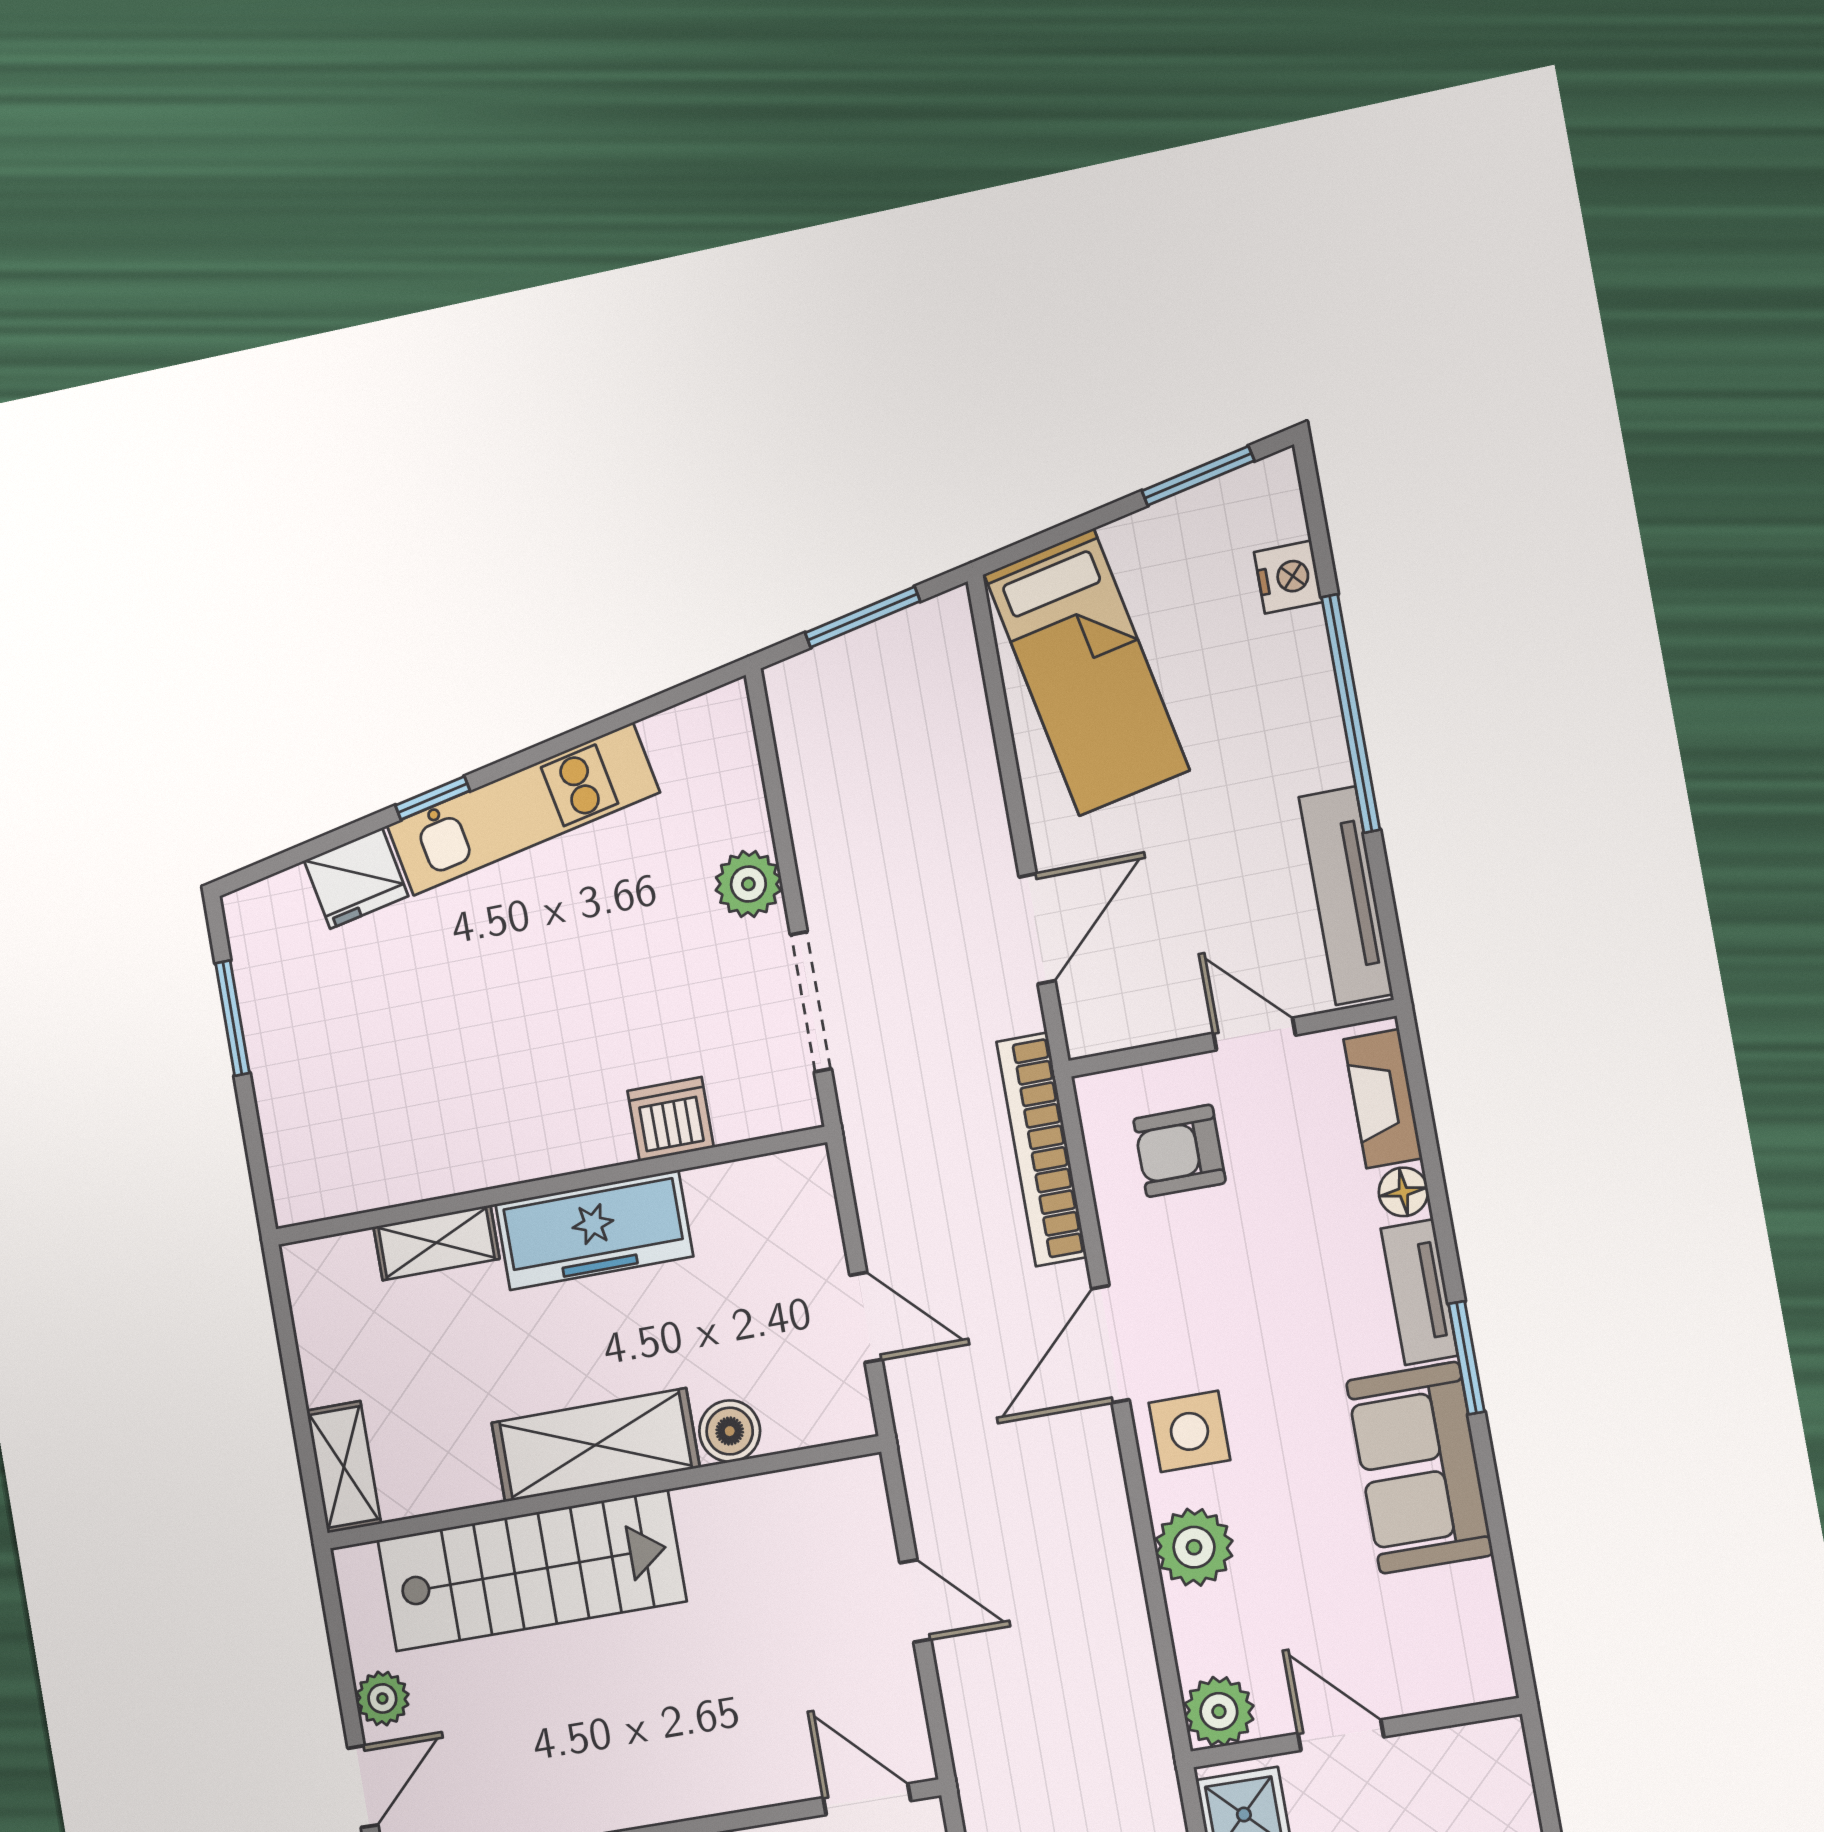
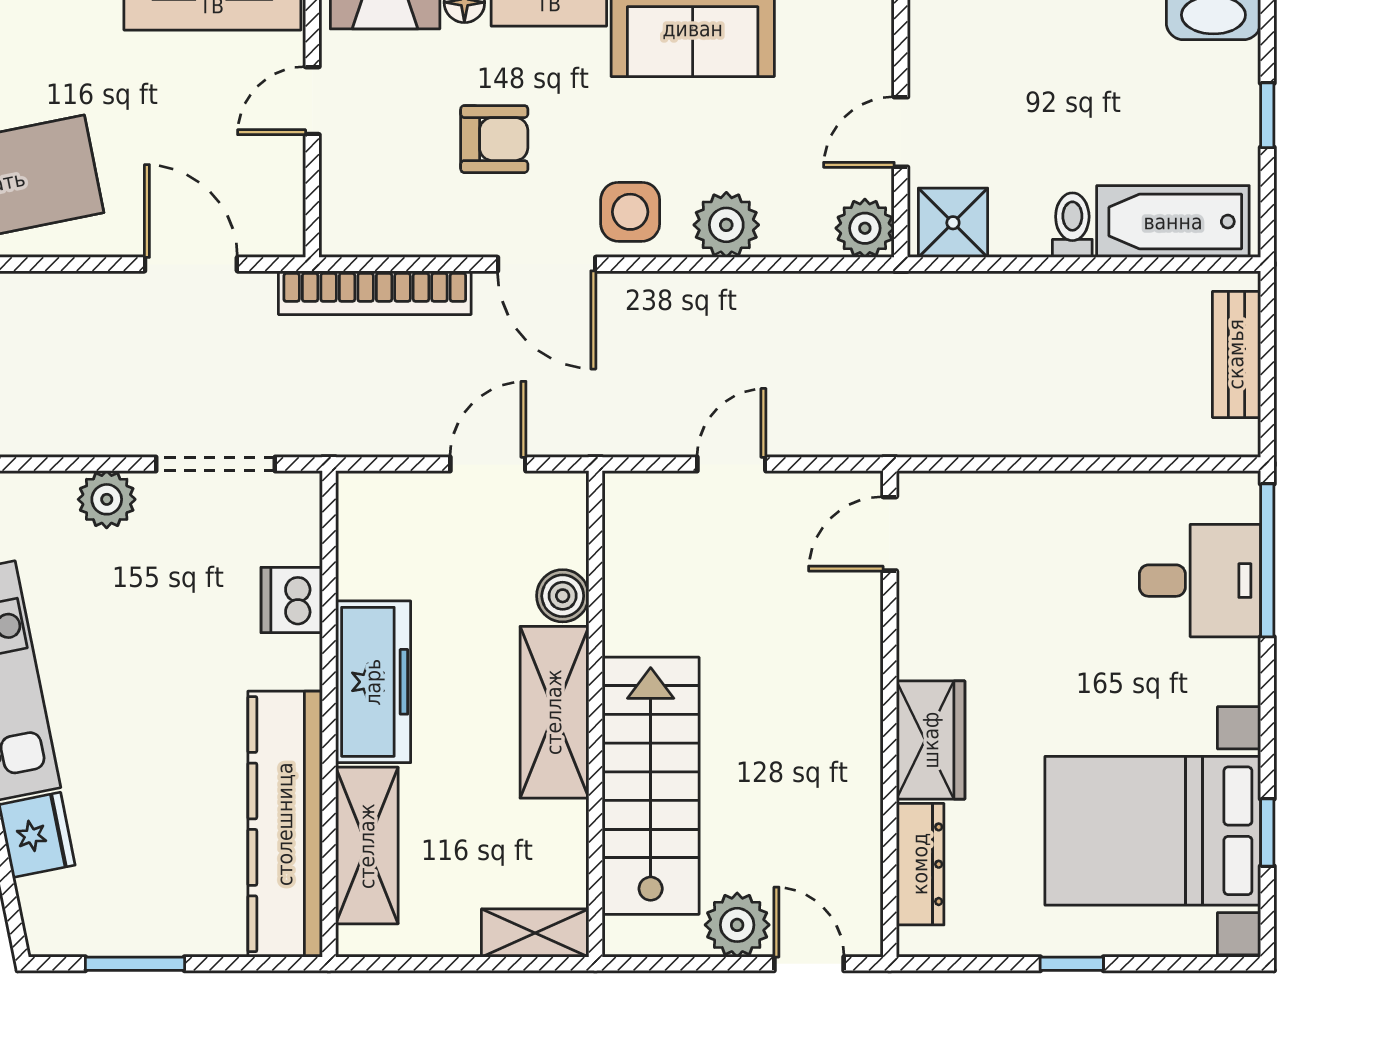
armchair: (1179, 1151) -> (494, 139), moved, turned -90
kitchen counter: (417, 1159) -> (285, 824), added
shelving: (436, 1243) -> (367, 846), width x1.50, depth x1.33
plant: (382, 1698) -> (737, 925), width x1.38, depth x1.38

